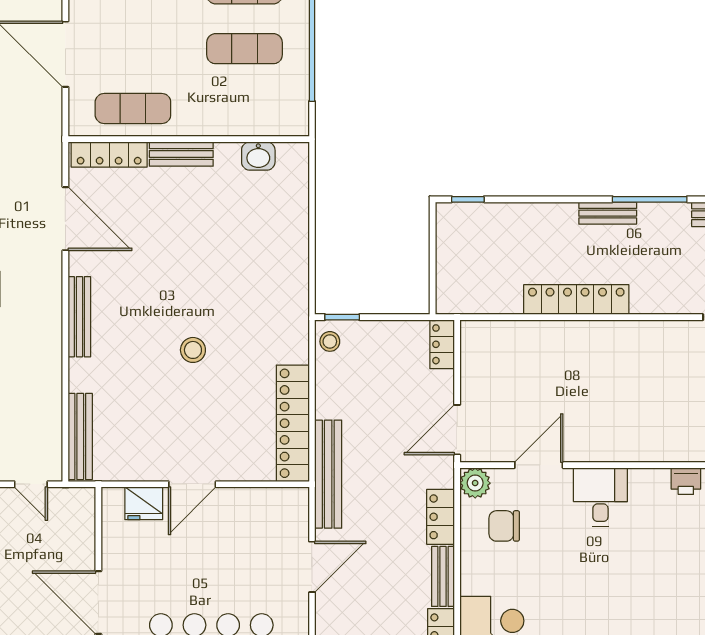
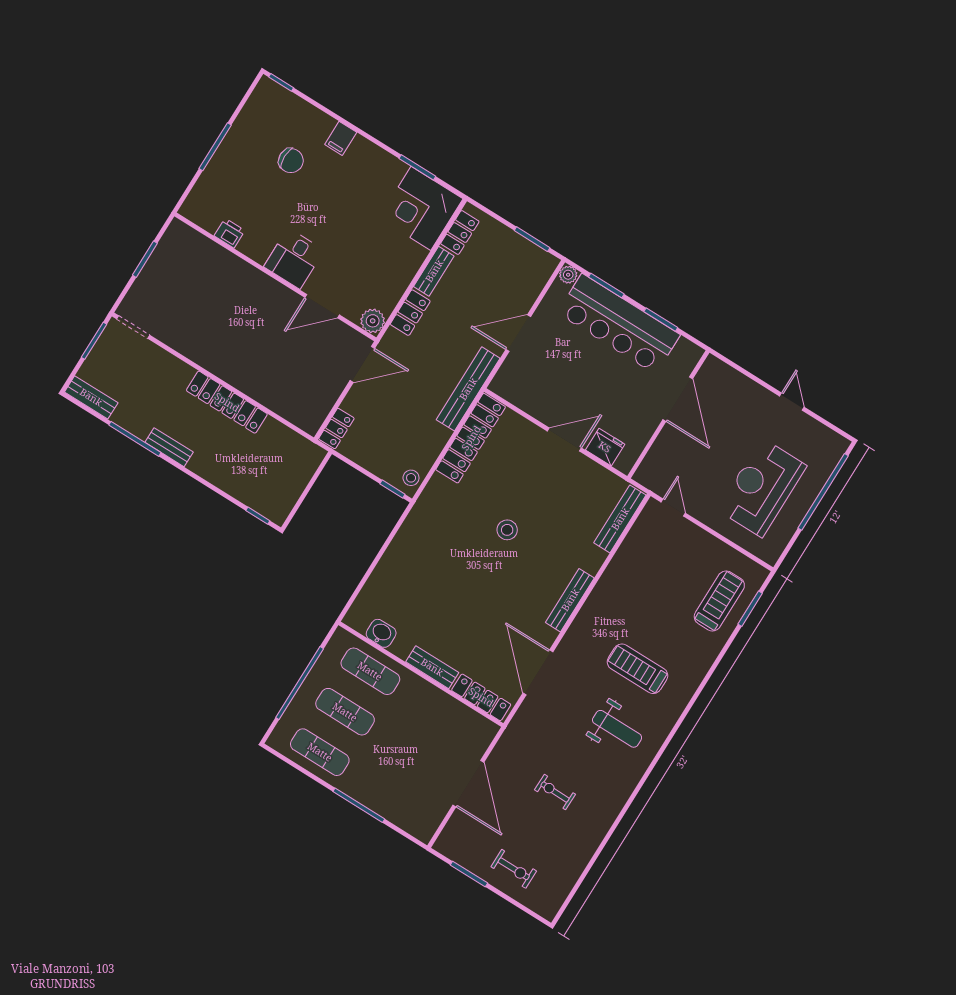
exercise mat: (133, 109) -> (370, 671), moved
chair: (504, 526) -> (291, 161), moved

